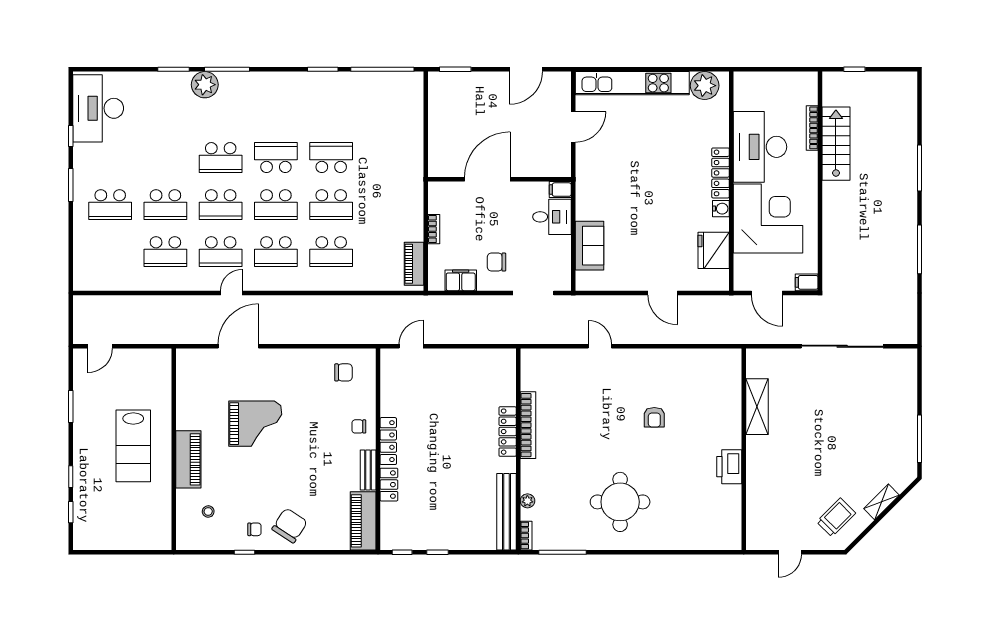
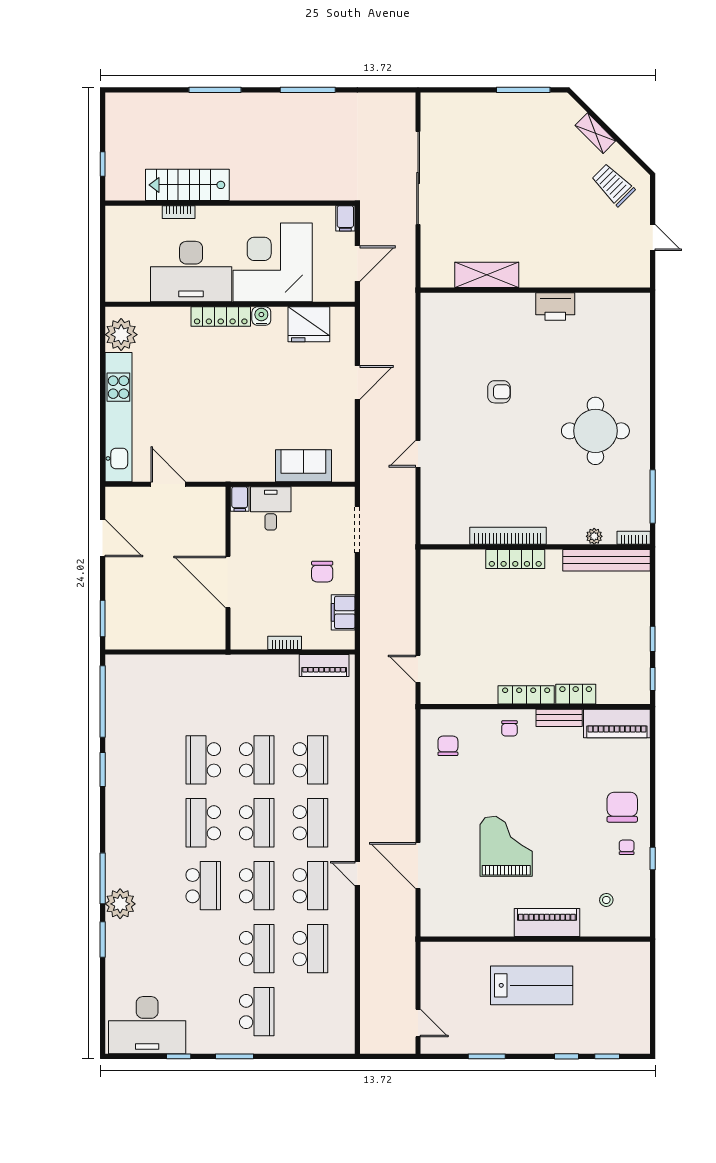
bookcase: (812, 128) -> (179, 212), width x0.64
chair: (290, 525) -> (622, 807), turned 57

